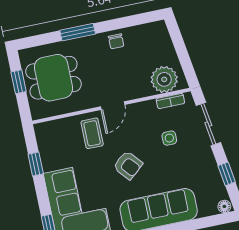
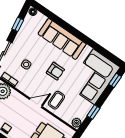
plant: (42, 131) -> (76, 123), added
armchair: (128, 165) -> (55, 71), turned 131

